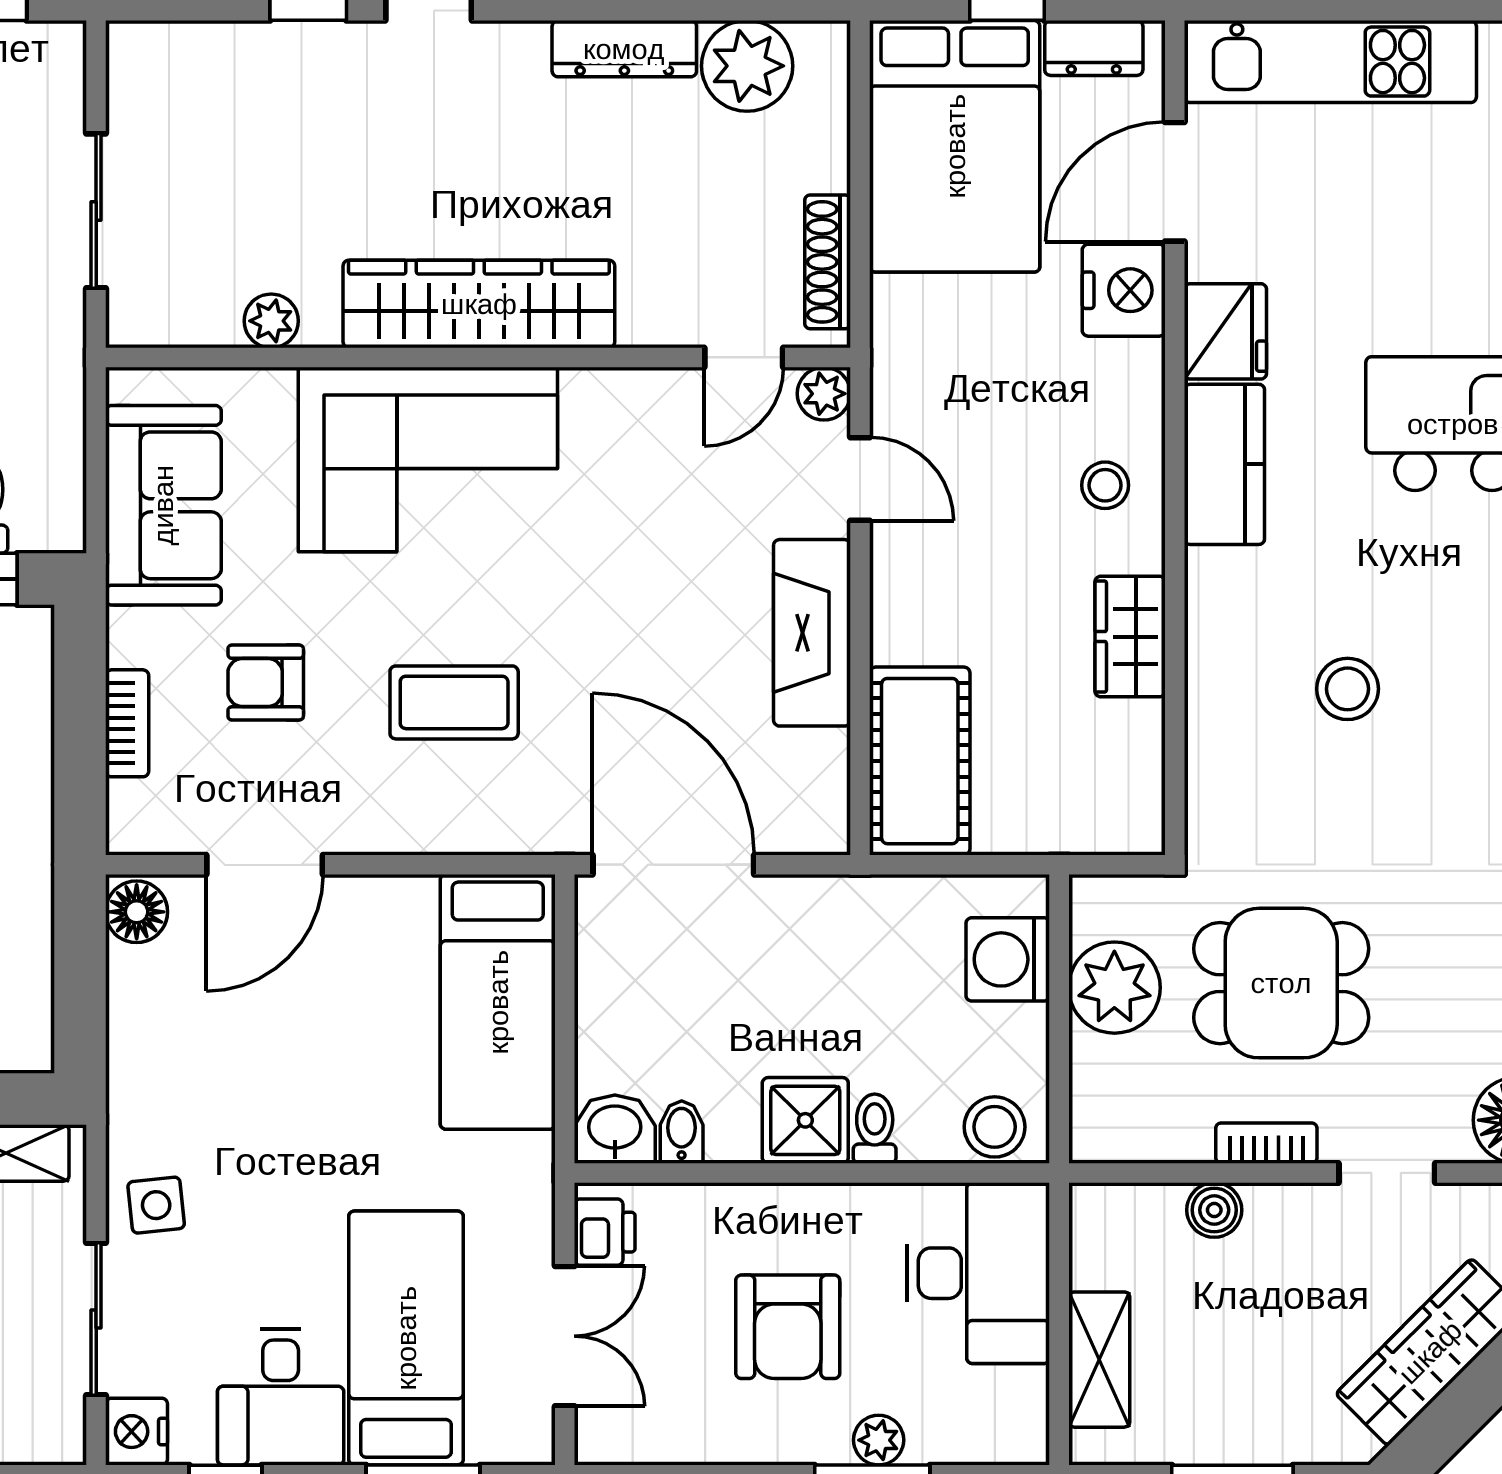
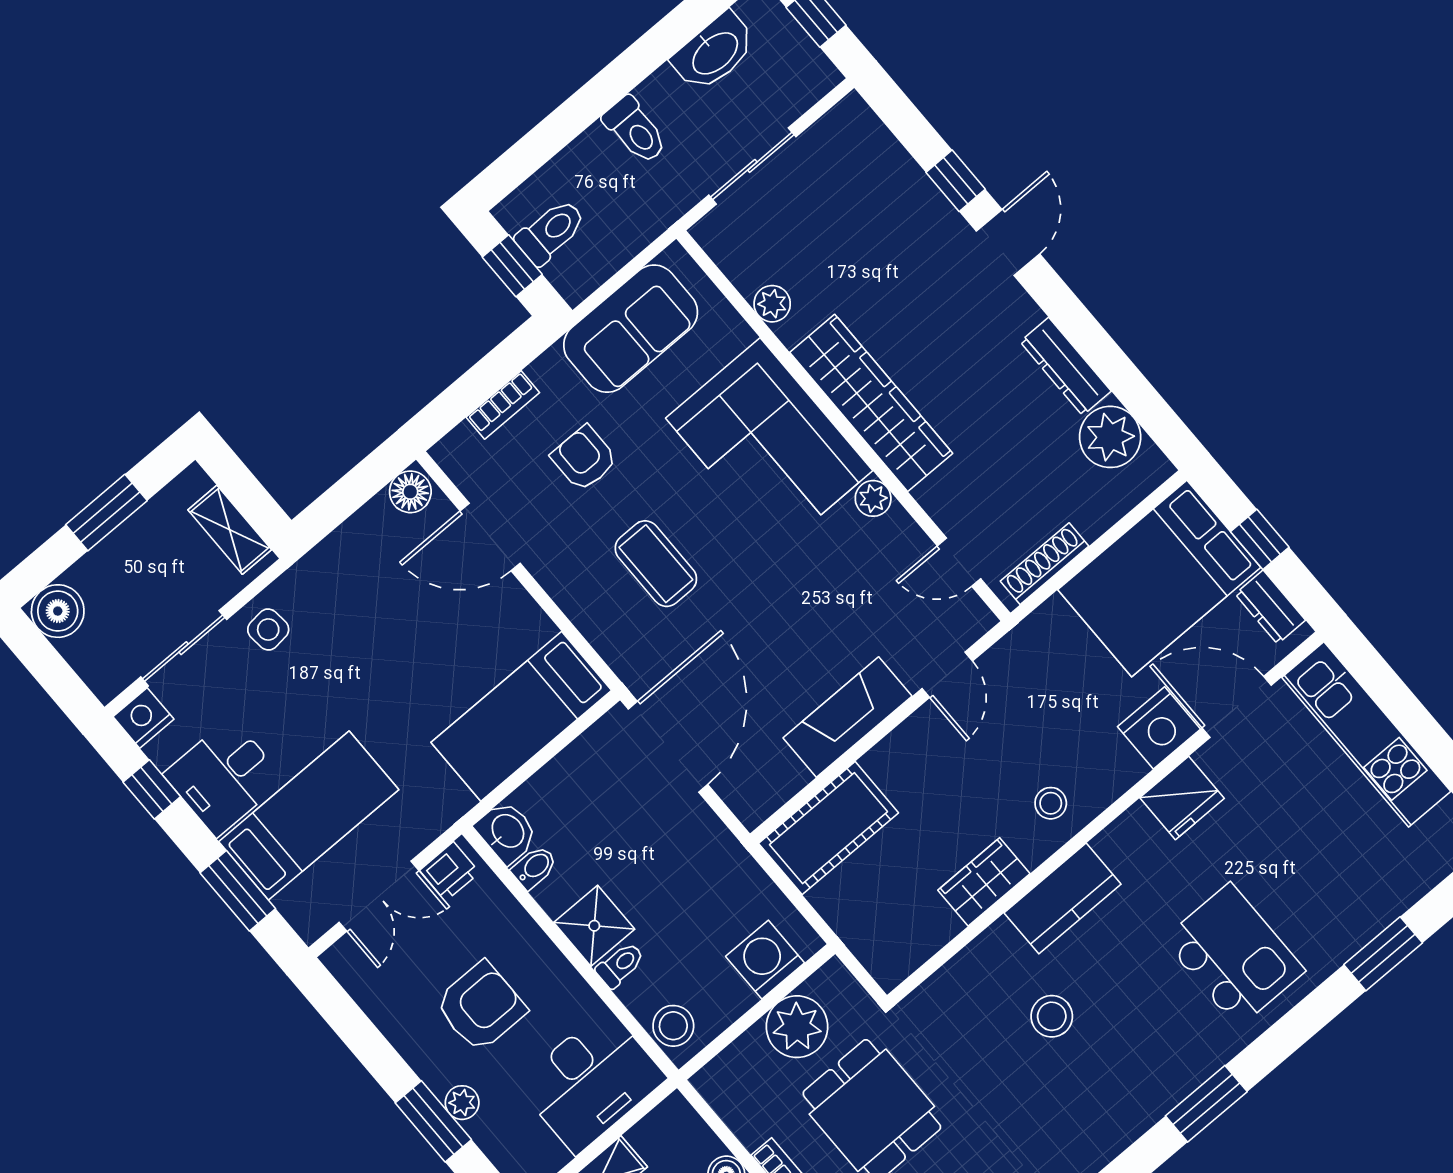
plant: (824, 394) -> (873, 498), moved
kitchen counter: (1224, 464) -> (1063, 898), moved
armchair: (788, 1327) -> (481, 1007), turned 180

